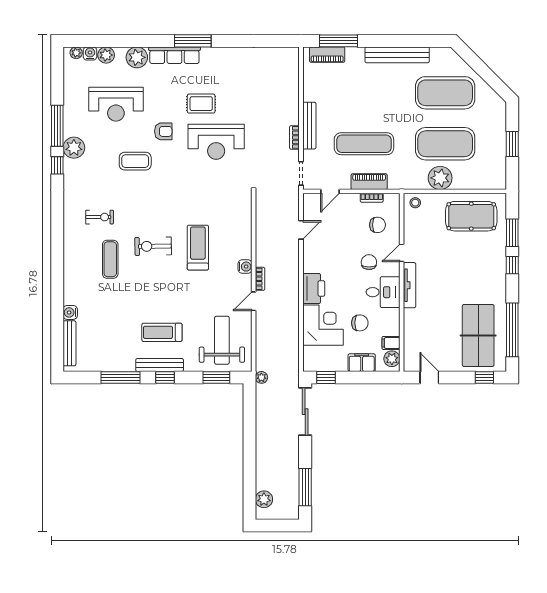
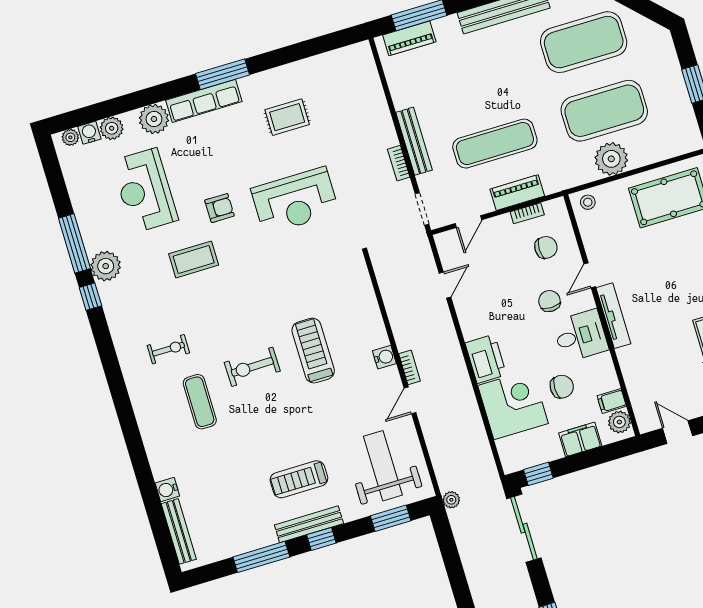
reception desk: (116, 104) -> (145, 191), turned 90
rug: (201, 104) -> (287, 117), moved

